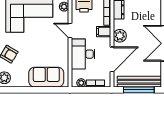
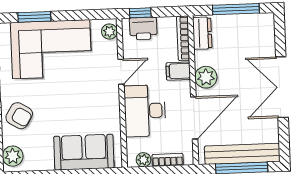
door: (70, 31) -> (121, 72), swing flipped

